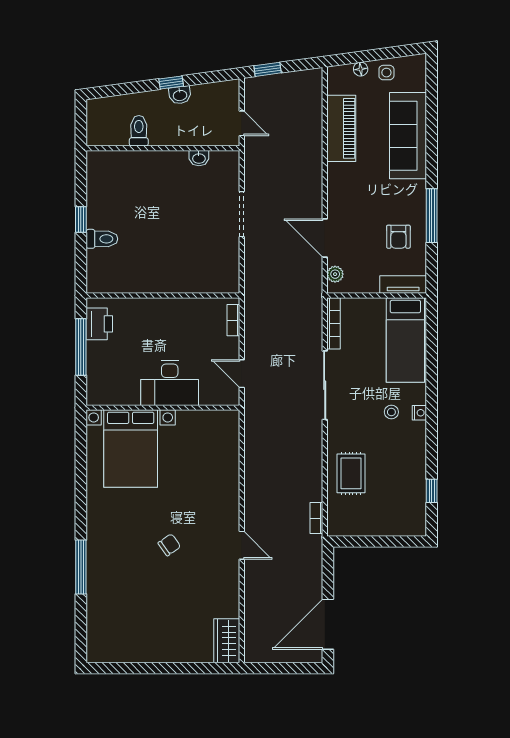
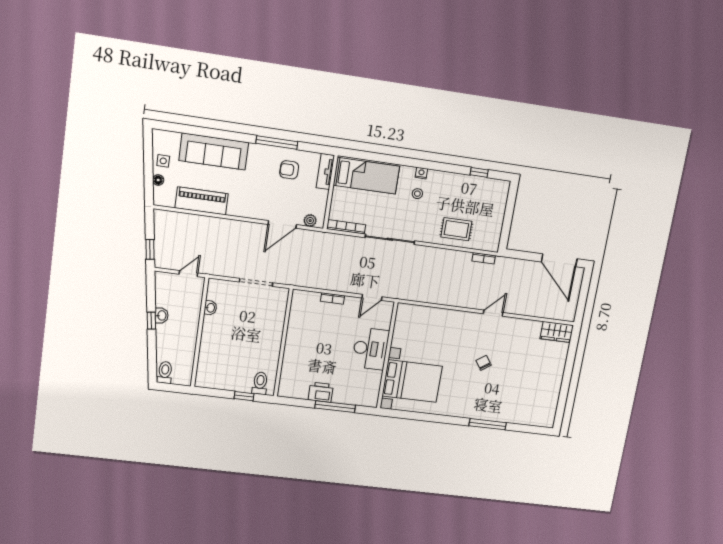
toilet: (139, 131) -> (165, 372), moved, turned 90
armchair: (398, 237) -> (289, 170), turned 180
wall: (163, 296) -> (283, 343), moved

